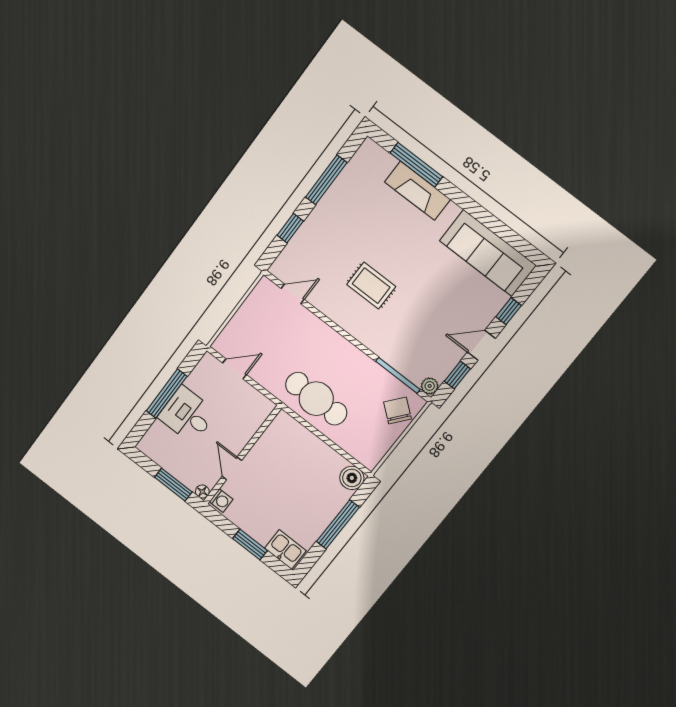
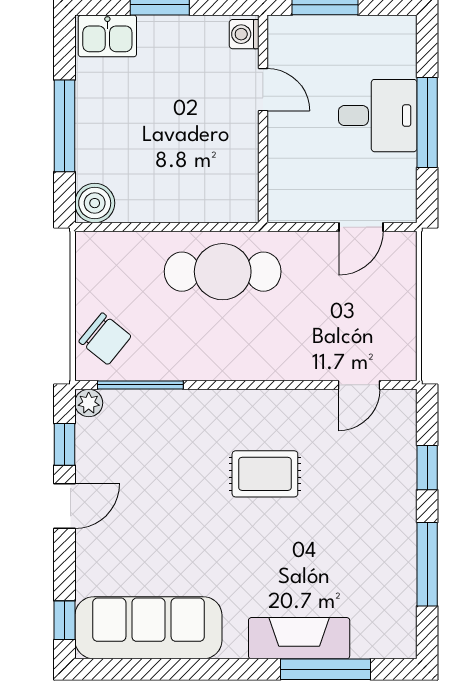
window: (509, 311) -> (65, 620), moved
floor lamp: (202, 492) -> (279, 26), removed

